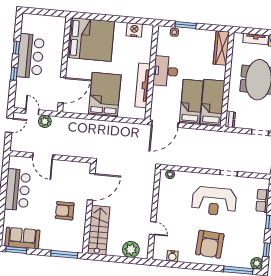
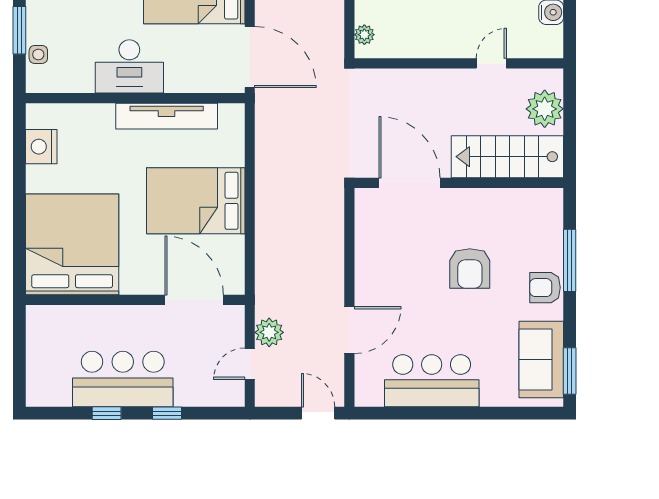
door: (9, 125) -> (318, 413), moved
door: (91, 187) -> (409, 183), moved
wall: (89, 208) -> (459, 183), moved
stairs: (99, 230) -> (507, 157), moved
armchair: (53, 243) -> (545, 288), added

